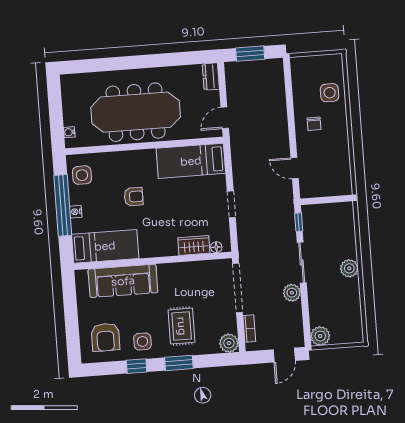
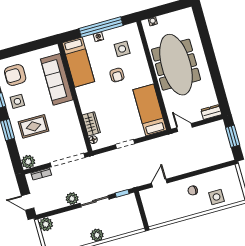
side table: (82, 175) -> (122, 49), moved

